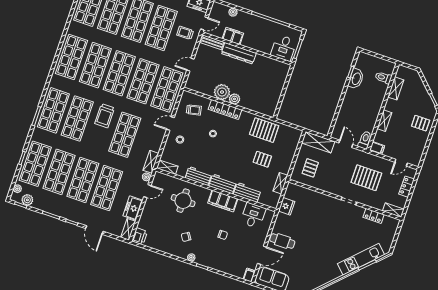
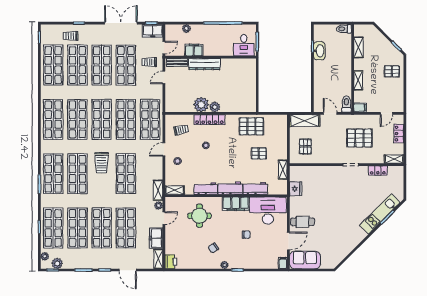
door: (190, 65) -> (164, 77), moved
toilet: (383, 78) -> (344, 29), moved
desk: (253, 215) -> (268, 211), width x1.87, depth x1.30

